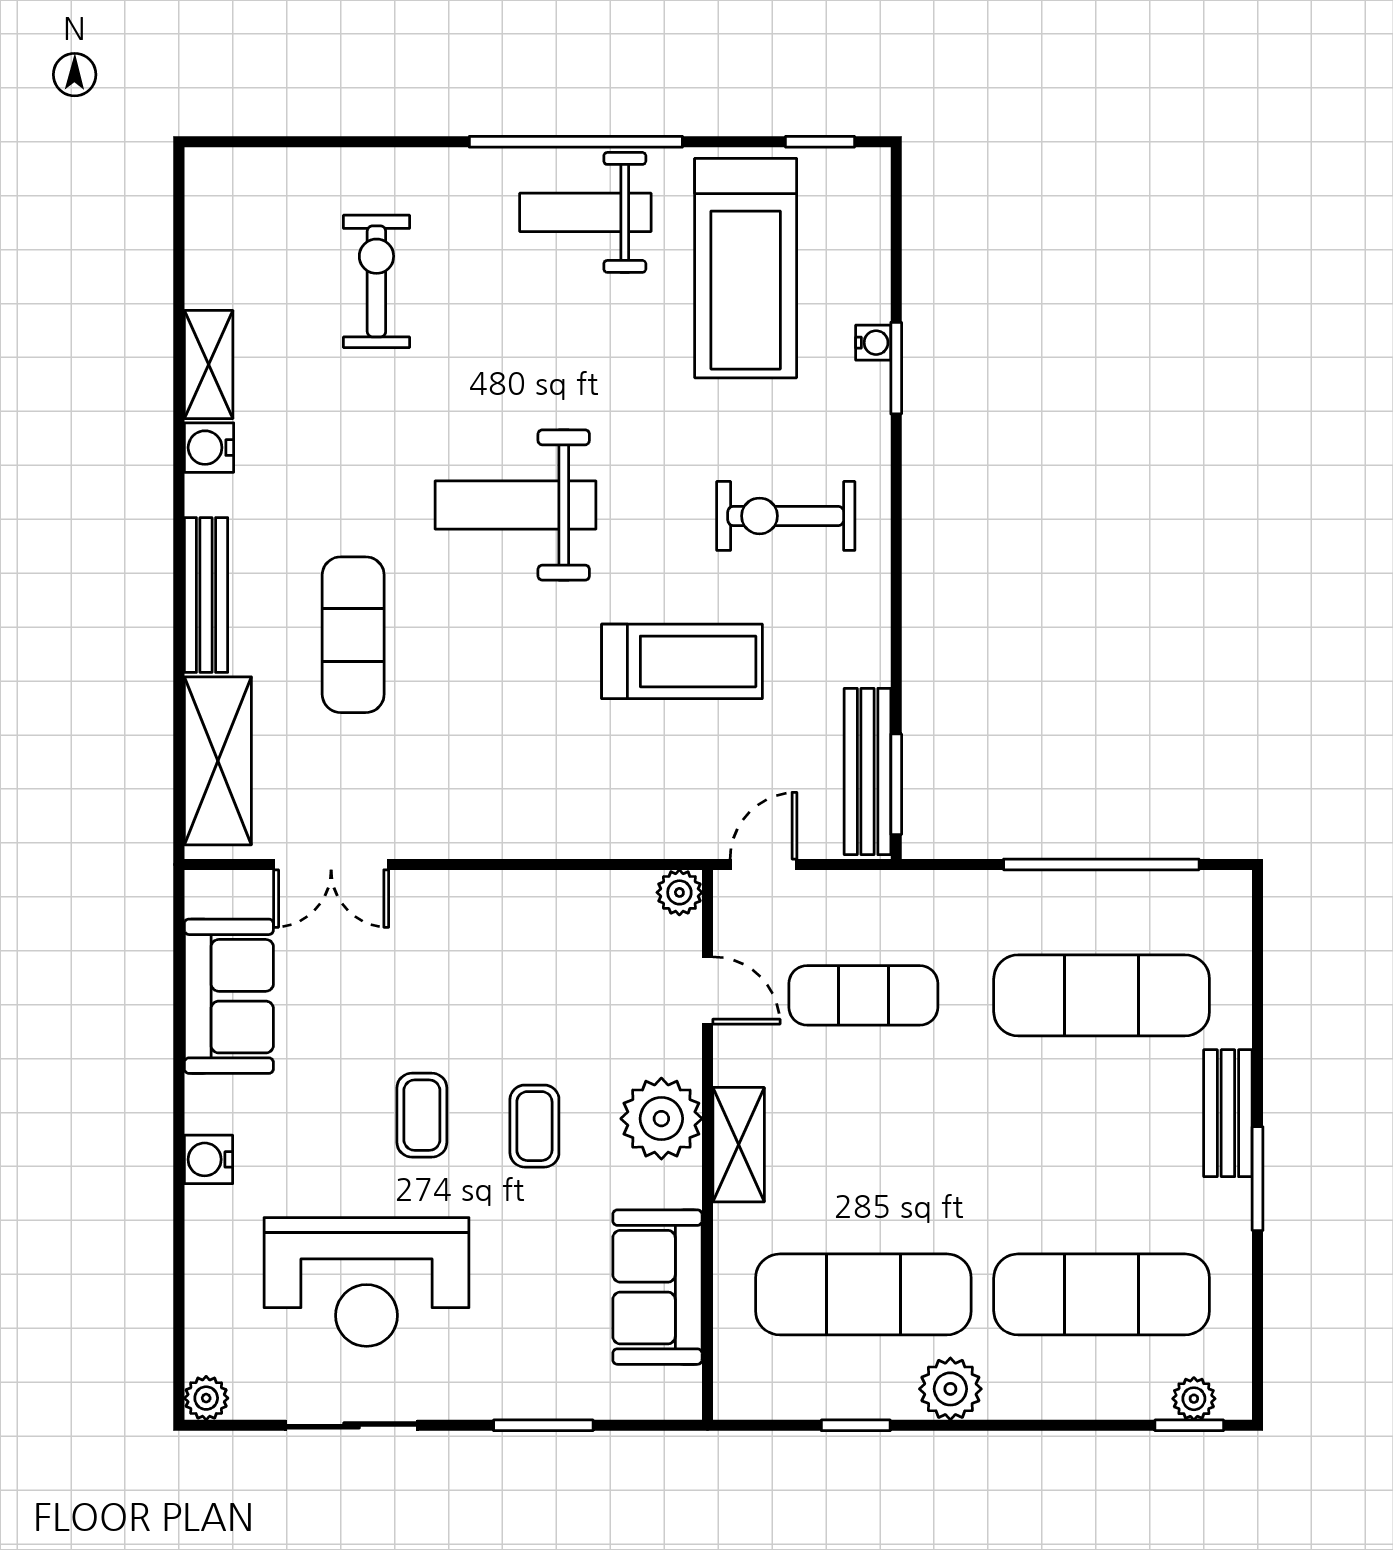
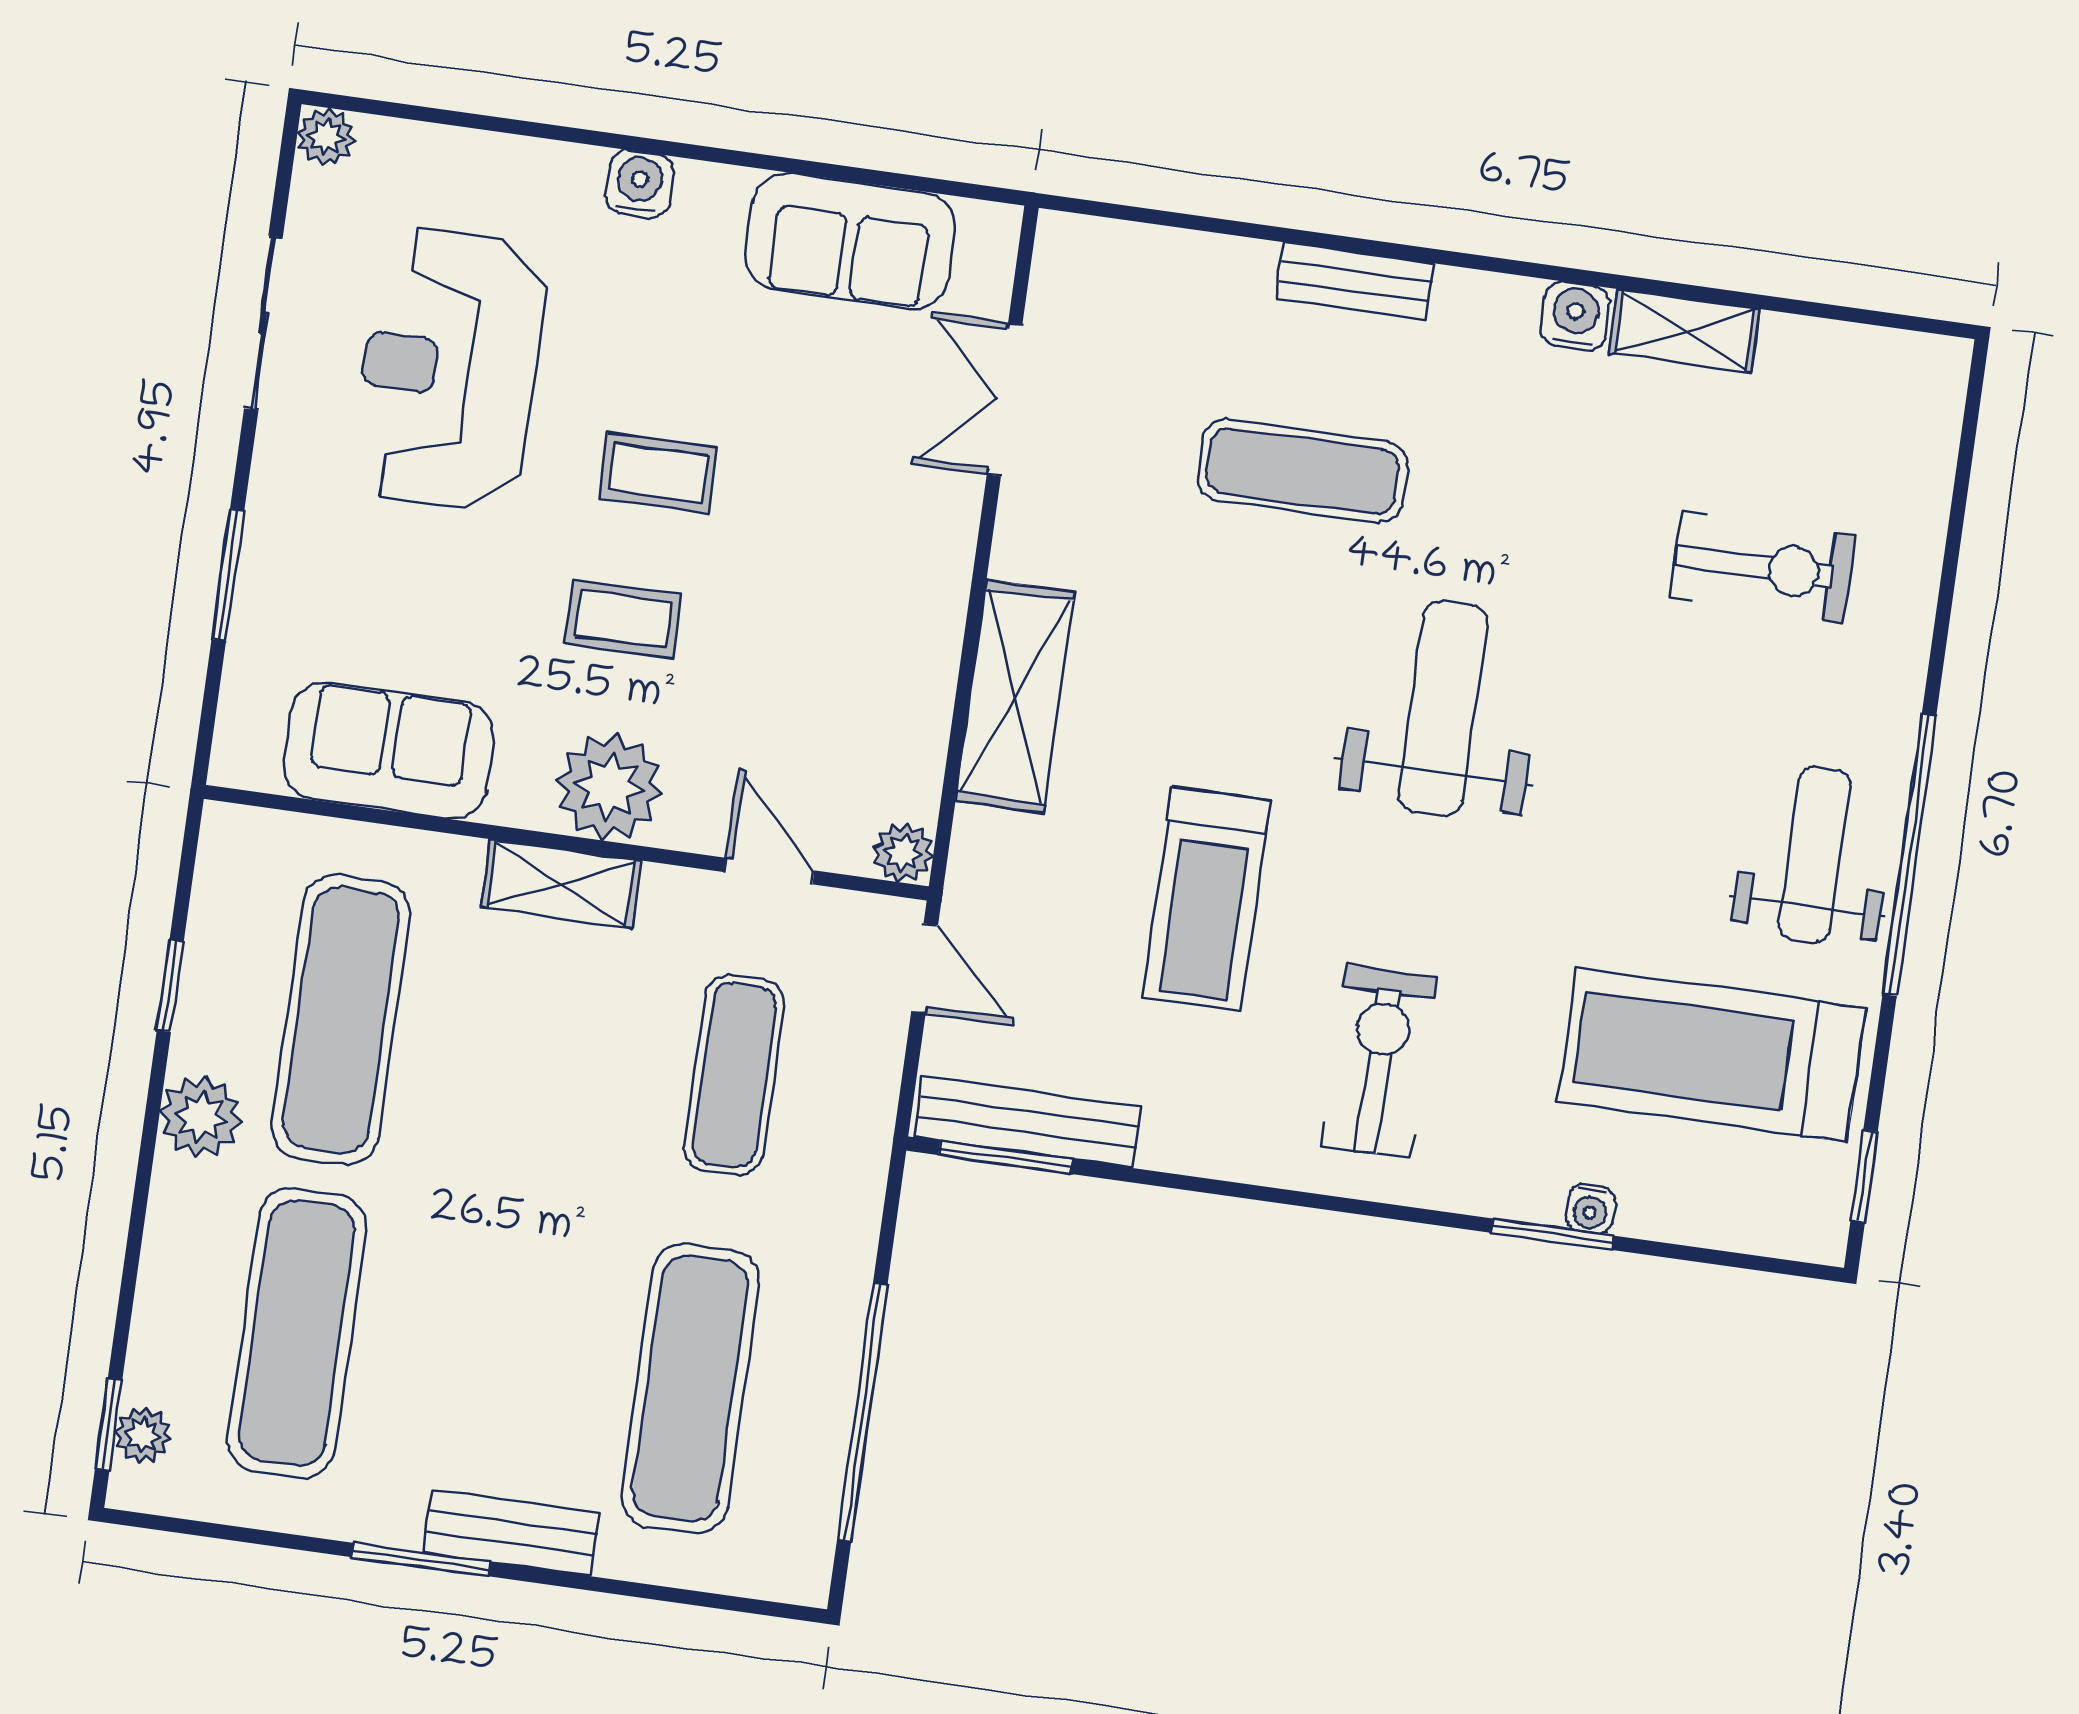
bench: (206, 595) -> (1355, 281), width x0.73
shelving: (218, 761) -> (1015, 696), moved, turned 90
door: (707, 990) -> (769, 871), swing flipped

